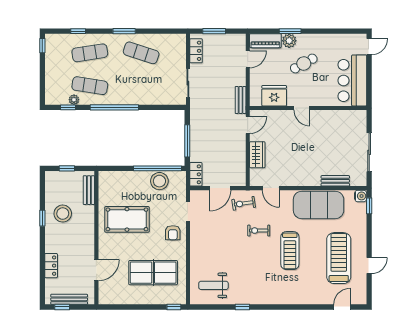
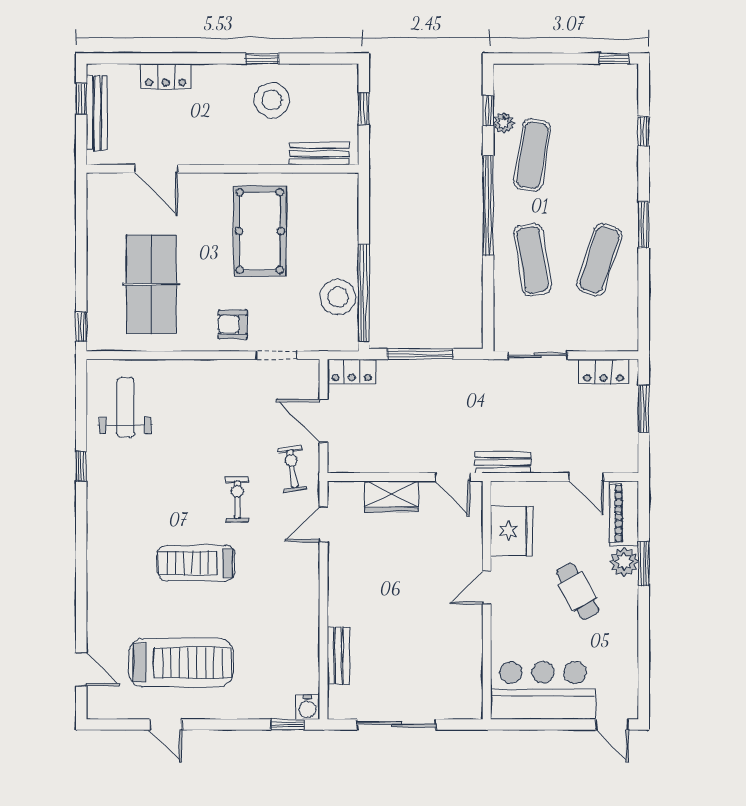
exercise mat: (90, 53) -> (532, 260), moved
exercise mat: (319, 205) -> (289, 622), removed

